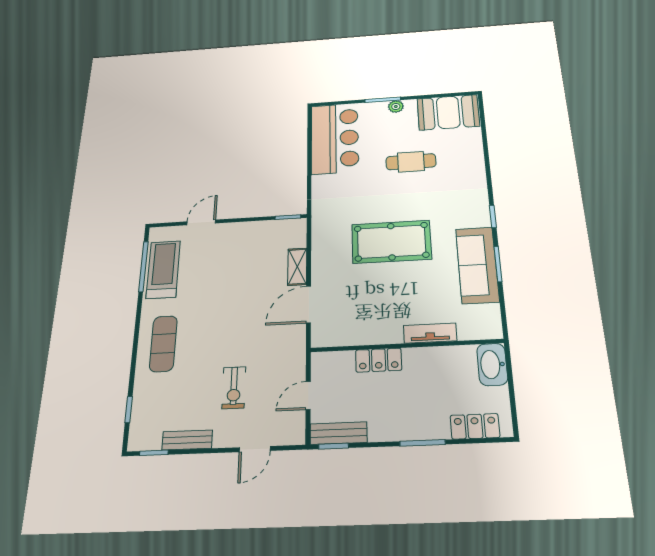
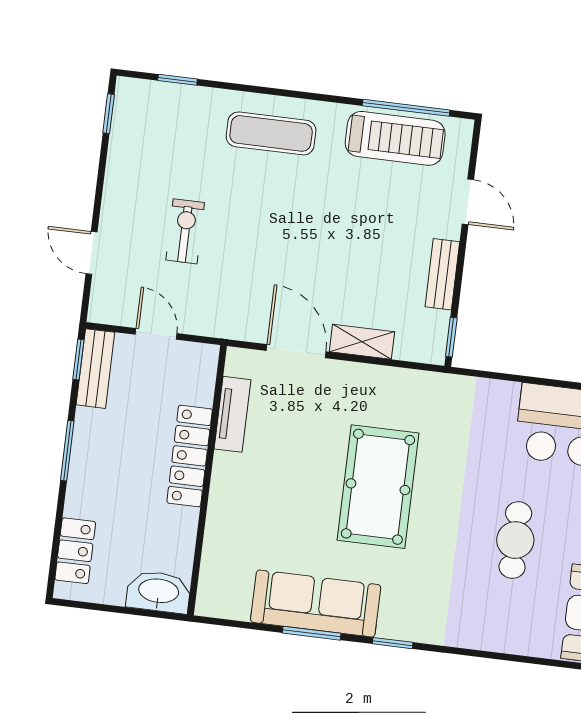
tv unit: (430, 333) -> (233, 414), moved
locker: (379, 360) -> (190, 456), width x1.53
exercise bike: (234, 388) -> (185, 231), turned 90
bench: (187, 440) -> (442, 274), moved
window: (422, 443) -> (67, 451), moved

